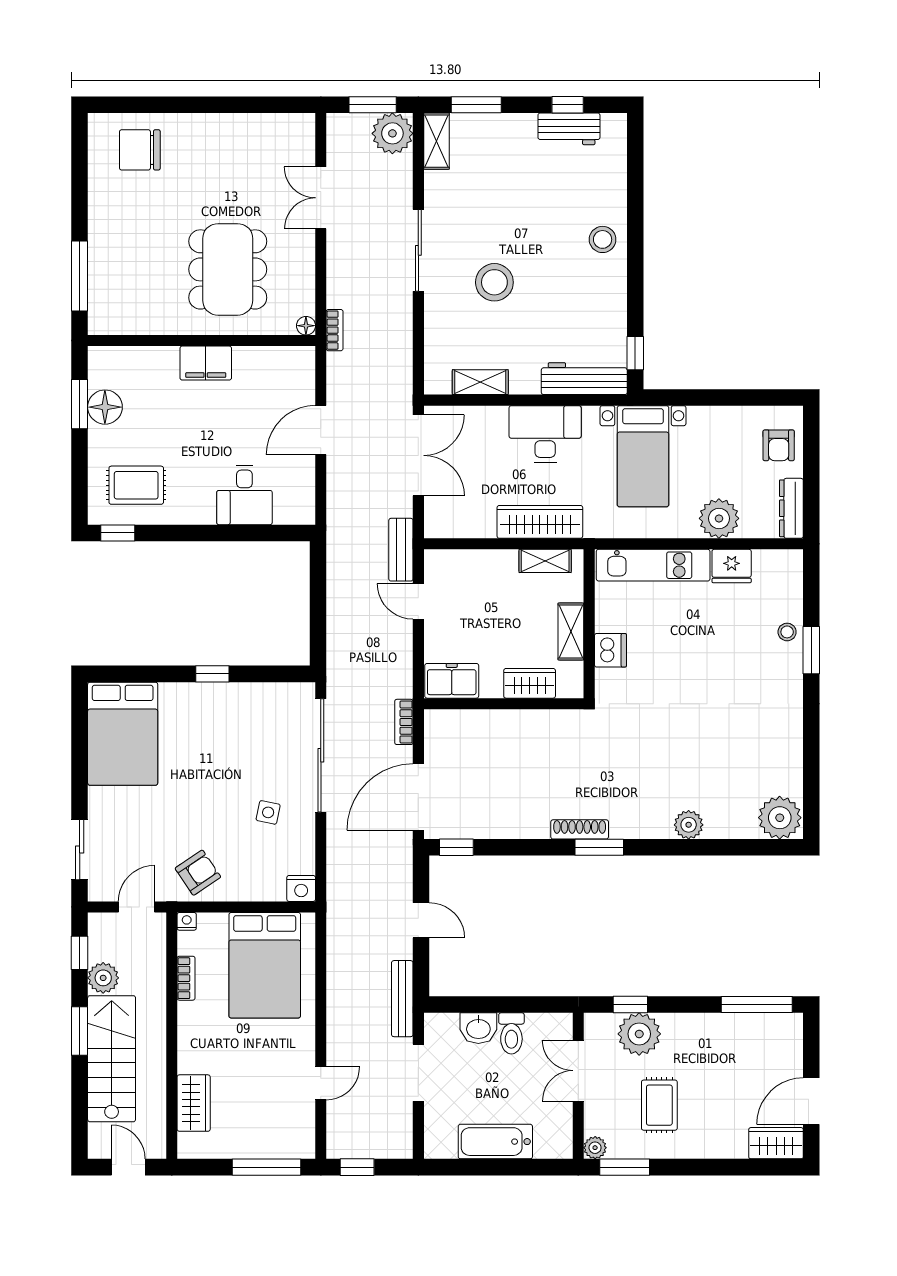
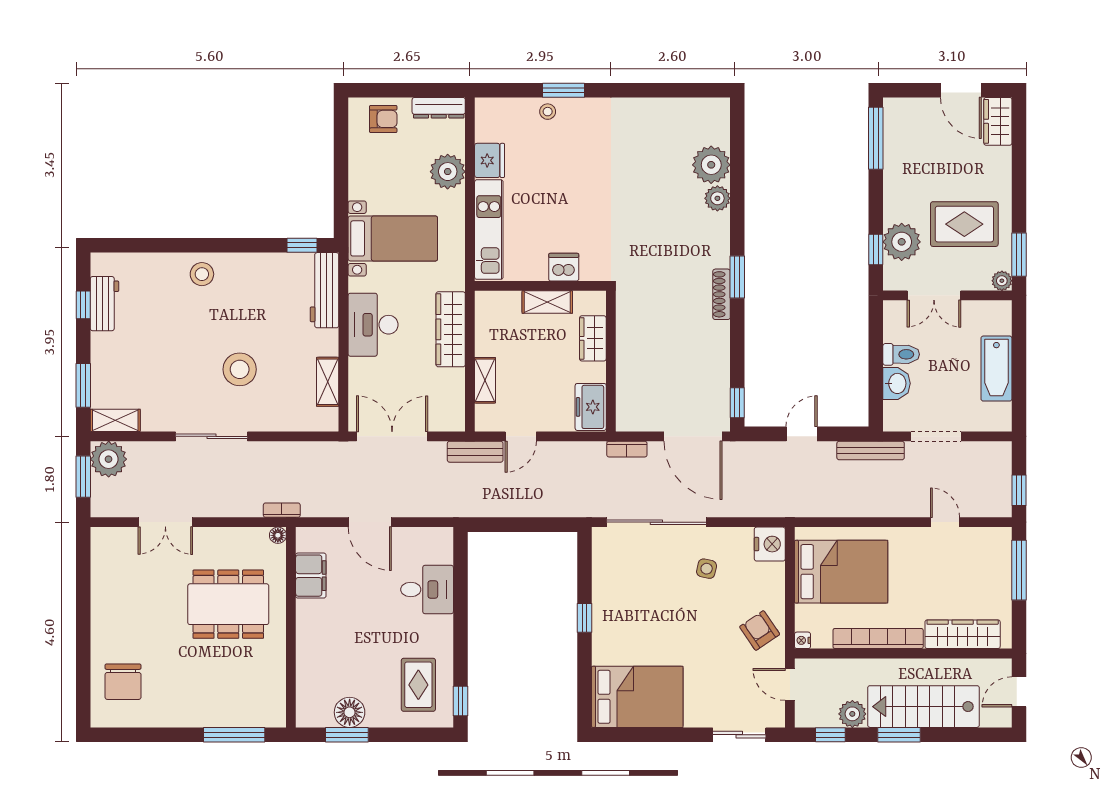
filing cabinet: (206, 363) -> (311, 576), moved
shelving: (545, 561) -> (485, 380), moved
plant: (780, 818) -> (711, 165), moved
nightstand: (301, 888) -> (770, 544), width x1.36, depth x1.33
bookcase: (186, 978) -> (878, 638), width x2.31, depth x1.31
wardrobe: (194, 1103) -> (963, 634), width x1.50
rug: (659, 1105) -> (964, 224), width x1.36, depth x1.43

